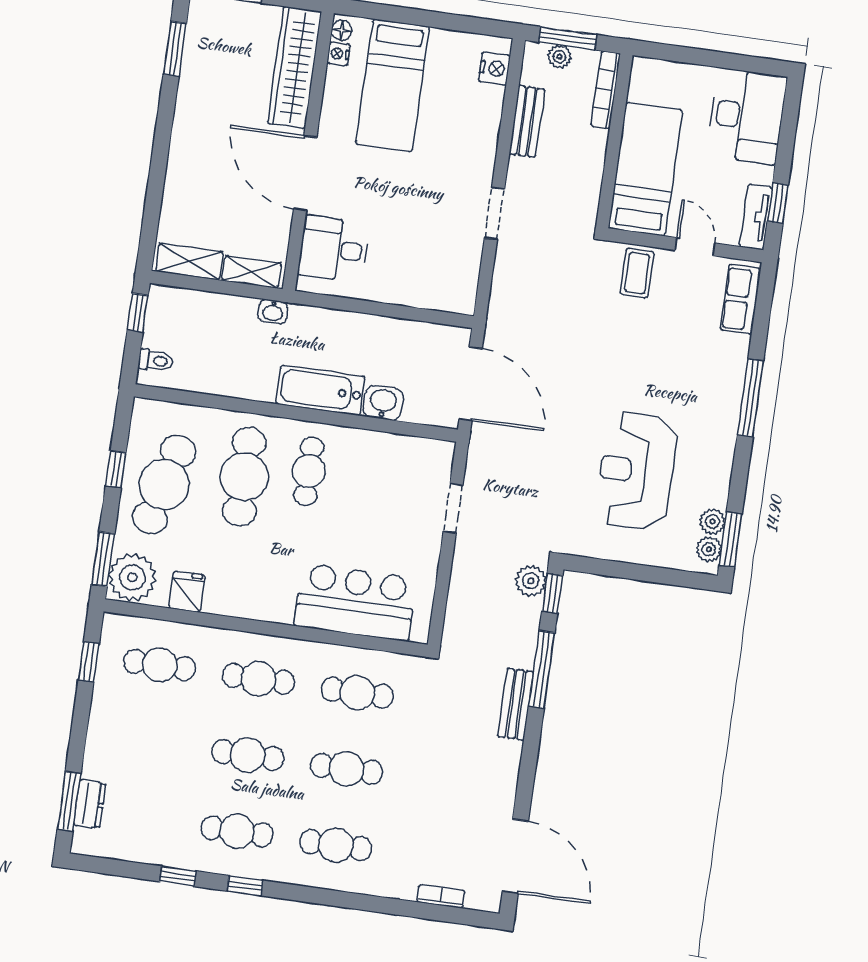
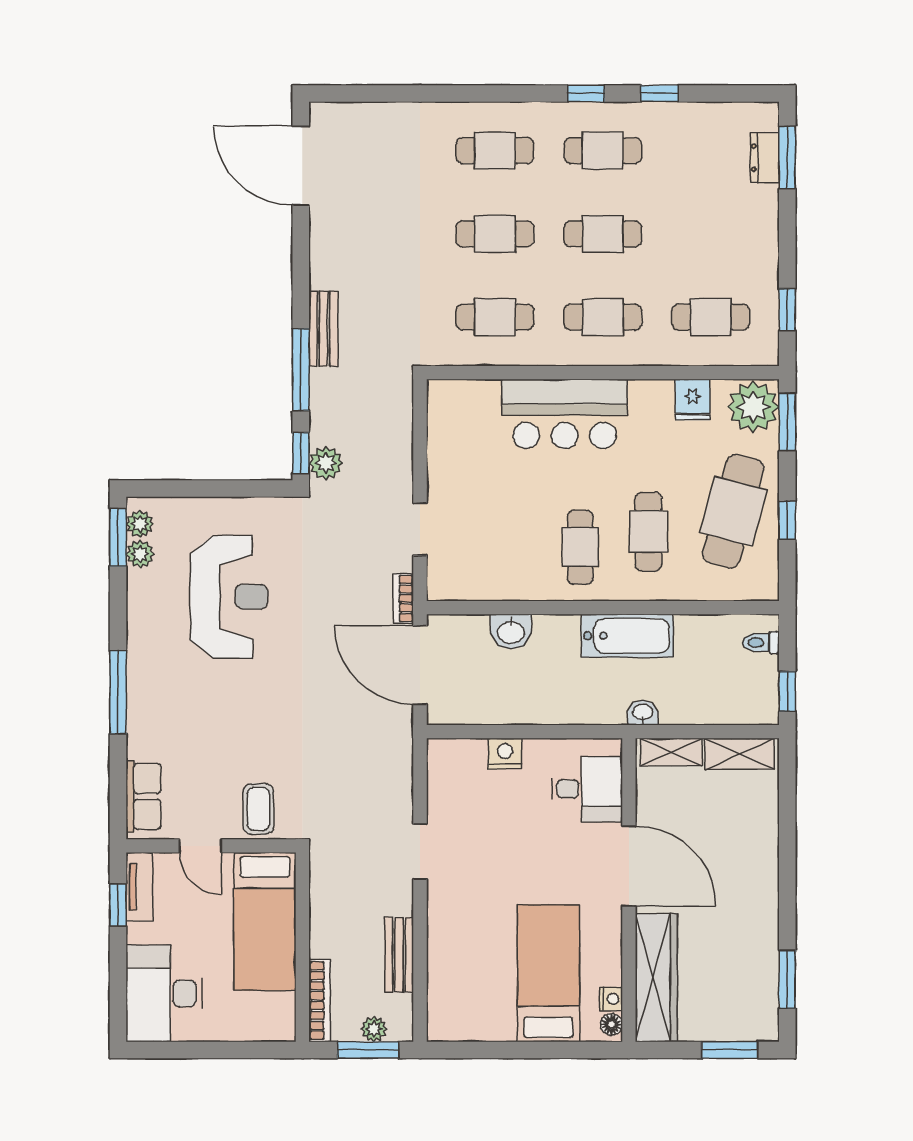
nightstand: (494, 69) -> (505, 754), moved, turned 90
bathtub: (320, 390) -> (627, 636), moved
cafe table: (244, 477) -> (648, 532), width x0.73, depth x0.74
bar counter: (355, 602) -> (565, 414), moved
bookcase: (441, 896) -> (403, 599), moved, turned 90

